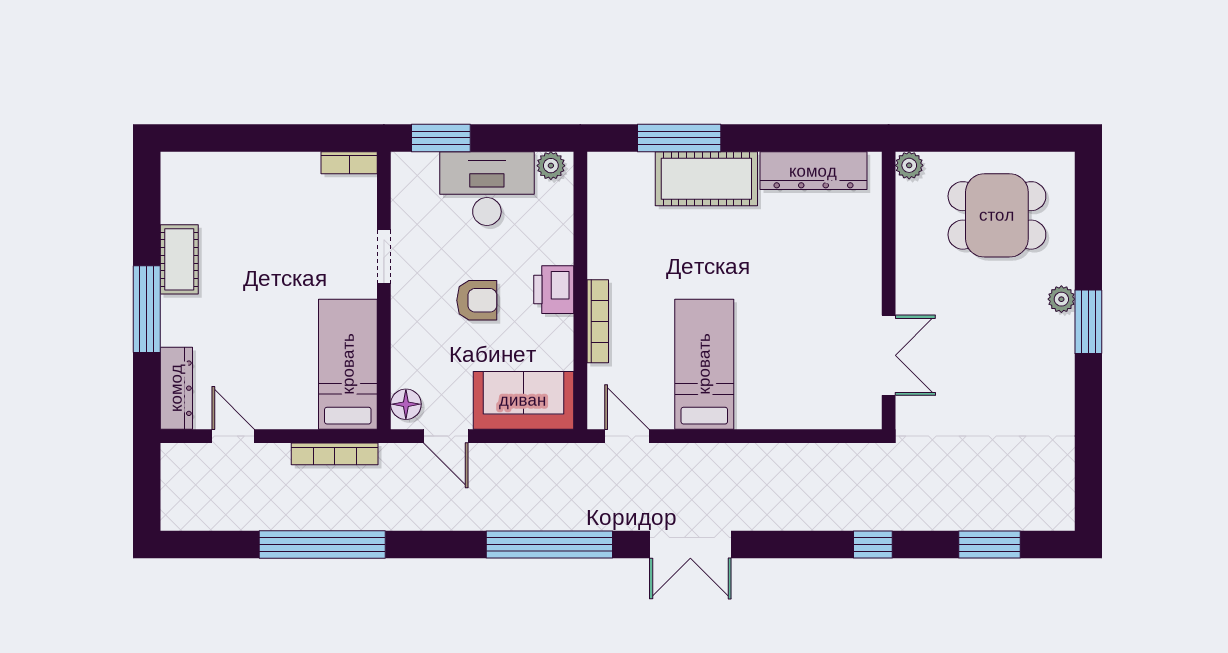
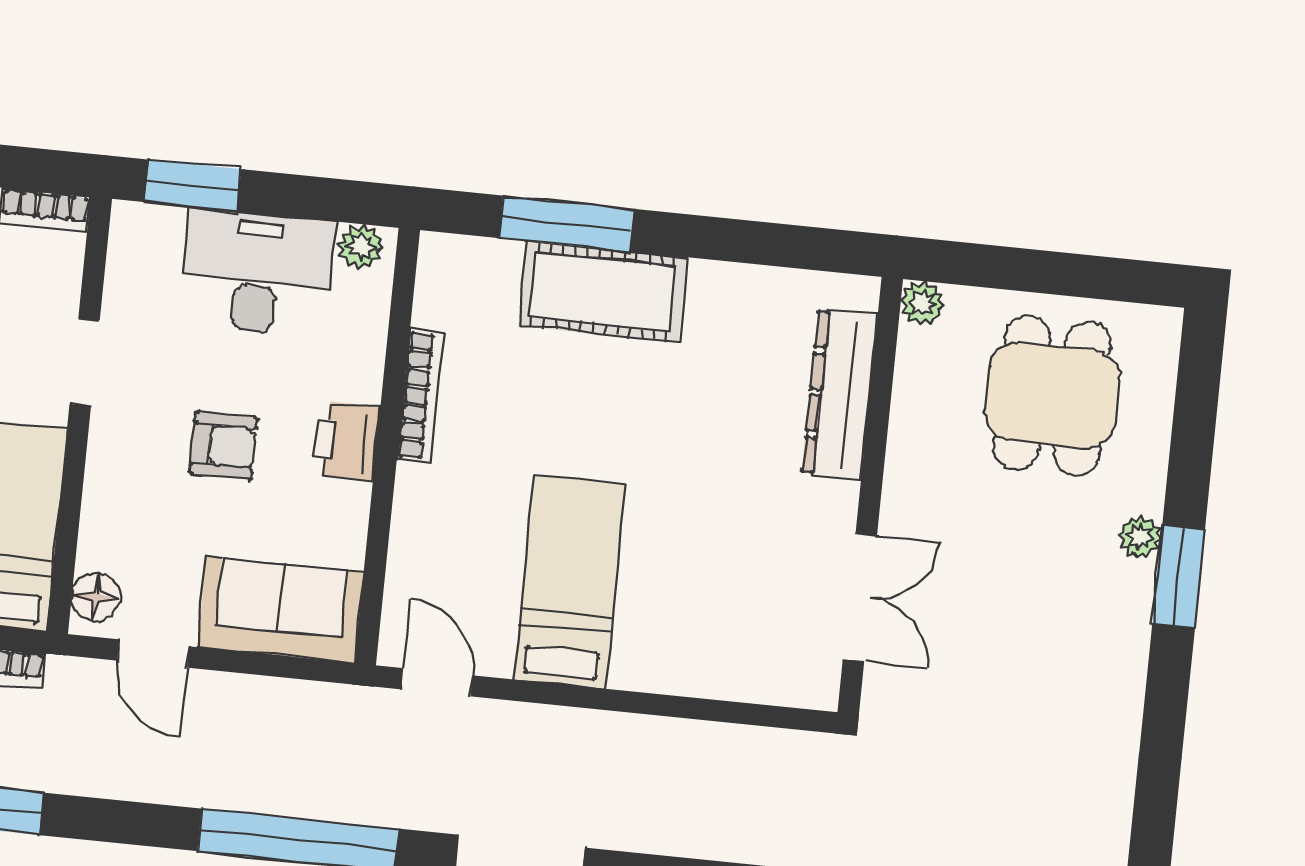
dresser: (813, 171) -> (840, 394), moved, turned 90
dining table: (997, 215) -> (1052, 395), turned 90
bookcase: (598, 321) -> (420, 396), moved

